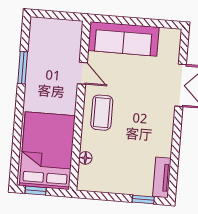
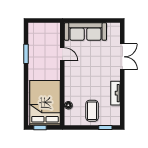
coffee table: (102, 113) -> (92, 111), moved
tv unit: (162, 177) -> (116, 93), moved

